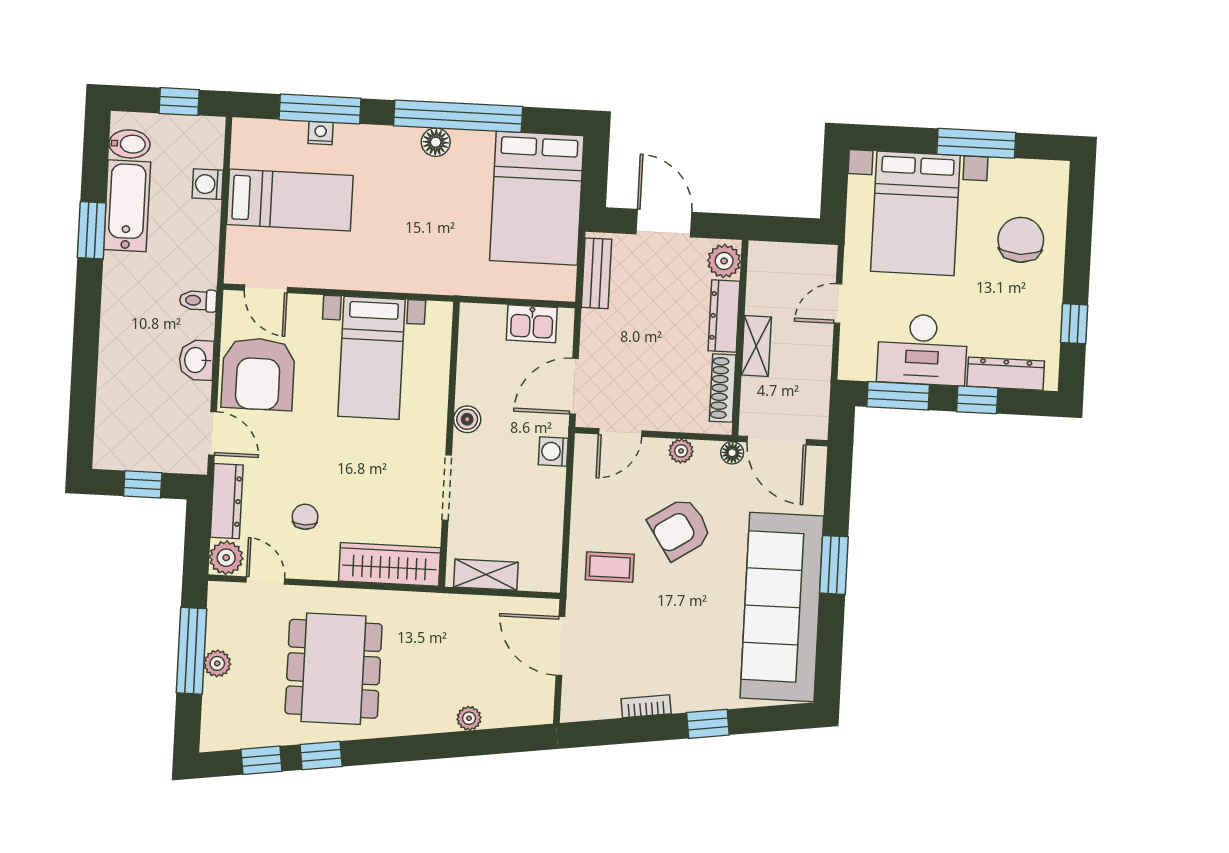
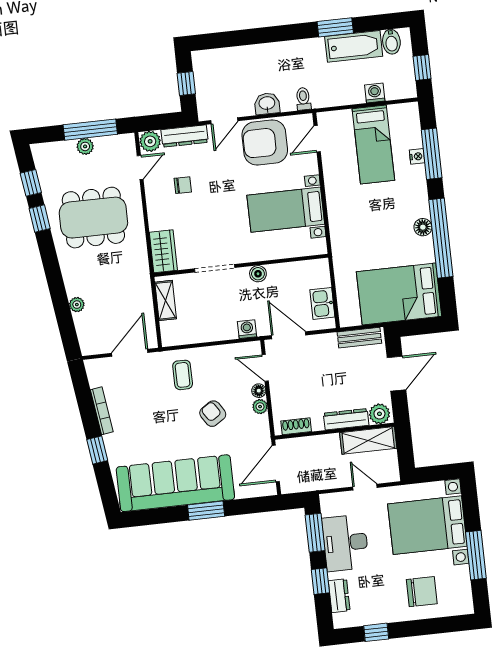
shelving: (756, 346) -> (368, 440), moved, width x1.50, depth x1.33
dresser: (1006, 374) -> (339, 596), width x0.70
shoe rack: (723, 388) -> (296, 426), width x0.70
floor lamp: (732, 453) -> (259, 391), moved
armchair: (680, 529) -> (213, 414), width x0.72, depth x0.72
wardrobe: (390, 564) -> (163, 251), width x0.67
bookcase: (646, 706) -> (102, 411), width x1.56

